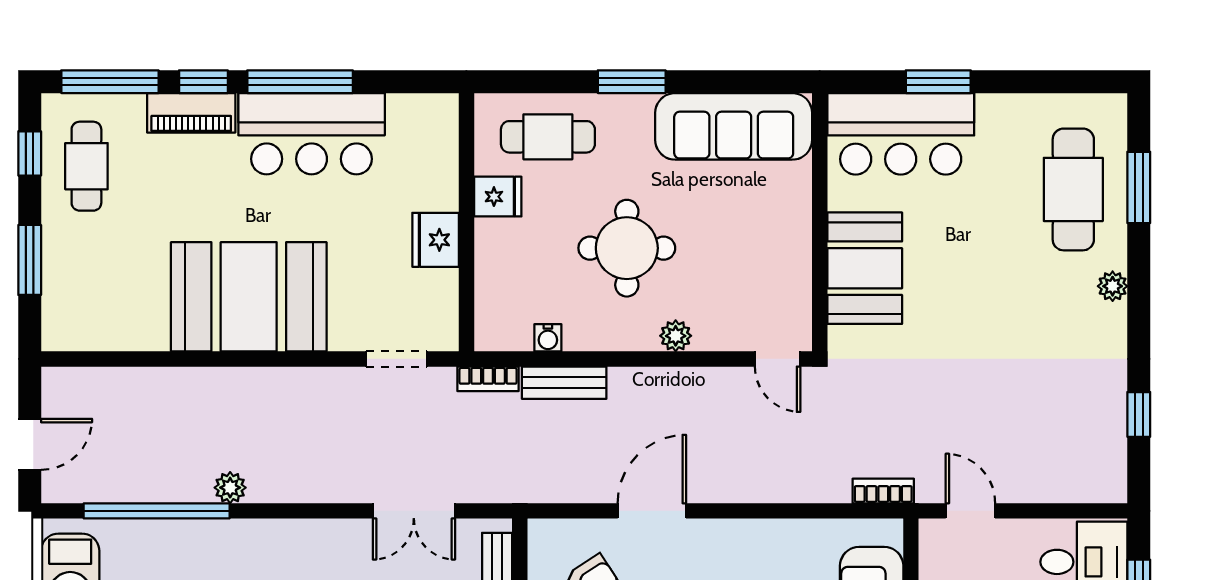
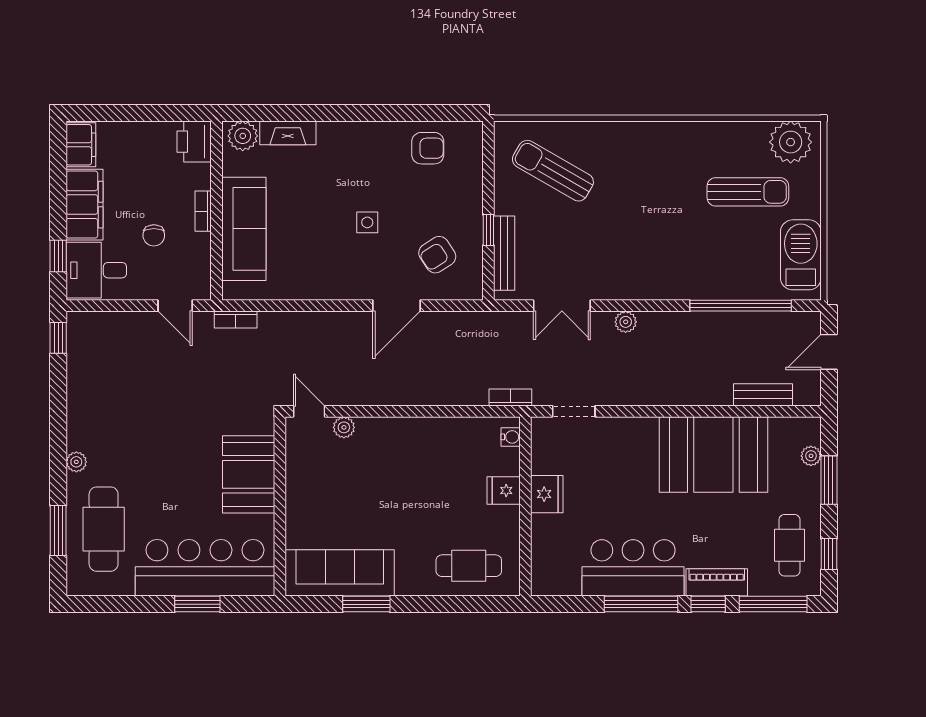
window: (632, 82) -> (366, 604), moved
bar counter: (901, 134) -> (205, 568), width x1.36
fridge: (498, 197) -> (504, 491), moved
round table: (627, 248) -> (414, 488), removed
plant: (56, 295) -> (811, 456), added
booth: (249, 297) -> (713, 455), moved
plant: (676, 336) -> (344, 427), moved
water cooler: (548, 338) -> (511, 437), moved, turned 90
bench: (564, 383) -> (763, 395), moved
window: (1139, 414) -> (58, 338), moved
plant: (230, 488) -> (626, 322), moved
double door: (414, 511) -> (562, 306), swing flipped

